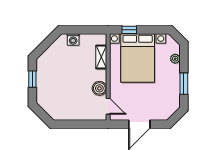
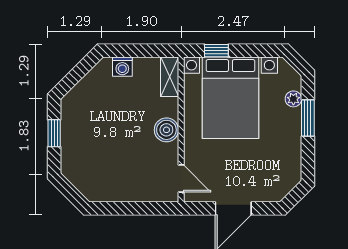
shelving: (101, 57) -> (170, 77), moved
window: (184, 84) -> (308, 118), moved
boiler: (99, 88) -> (166, 130), moved

